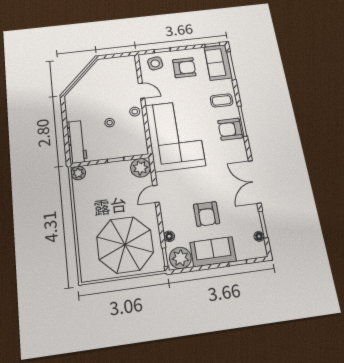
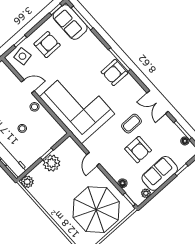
coffee table: (222, 100) -> (131, 124), moved
plant: (140, 168) -> (52, 163), moved
double door: (255, 182) -> (158, 102), width x0.73
plant: (180, 258) -> (146, 193), width x0.53, depth x0.53

